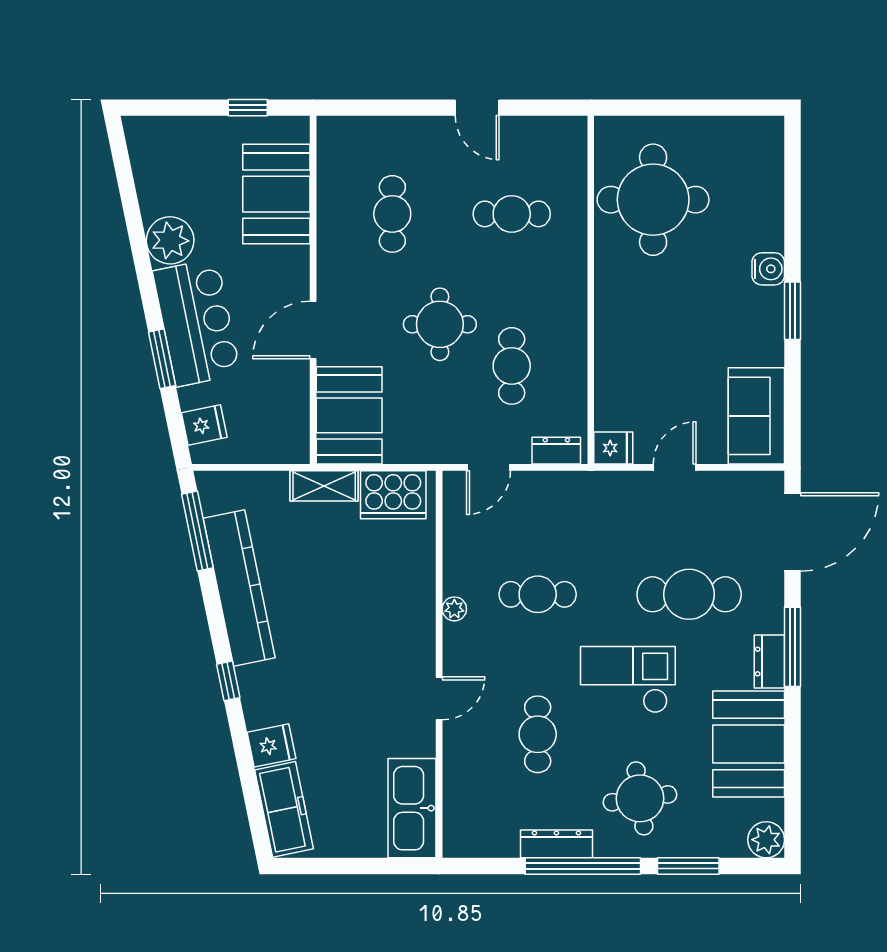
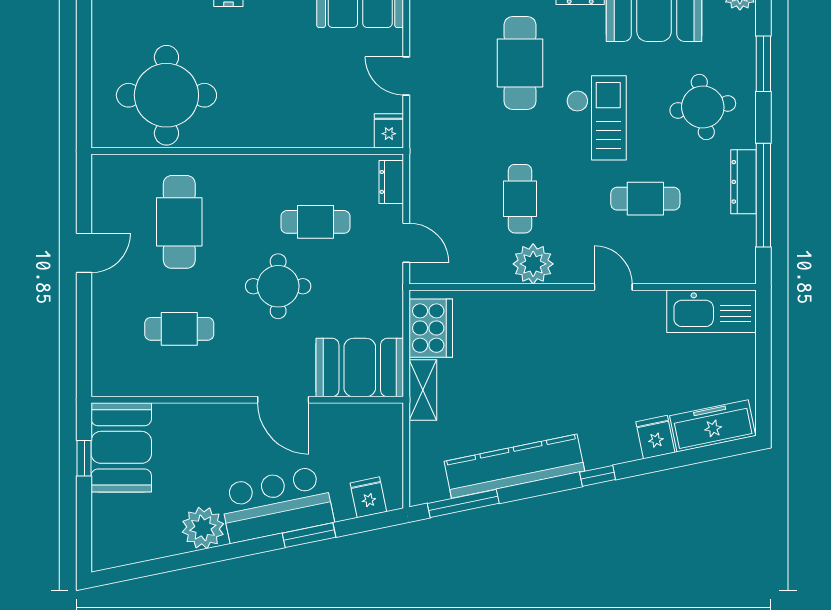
booth: (276, 194) -> (121, 447), moved, turned 90
cafe table: (512, 214) -> (179, 222), width x1.37, depth x1.35
plant: (454, 609) -> (533, 264), width x1.88, depth x1.88
checkout: (628, 680) -> (596, 118), turned 180
window: (583, 866) -> (763, 195), moved

